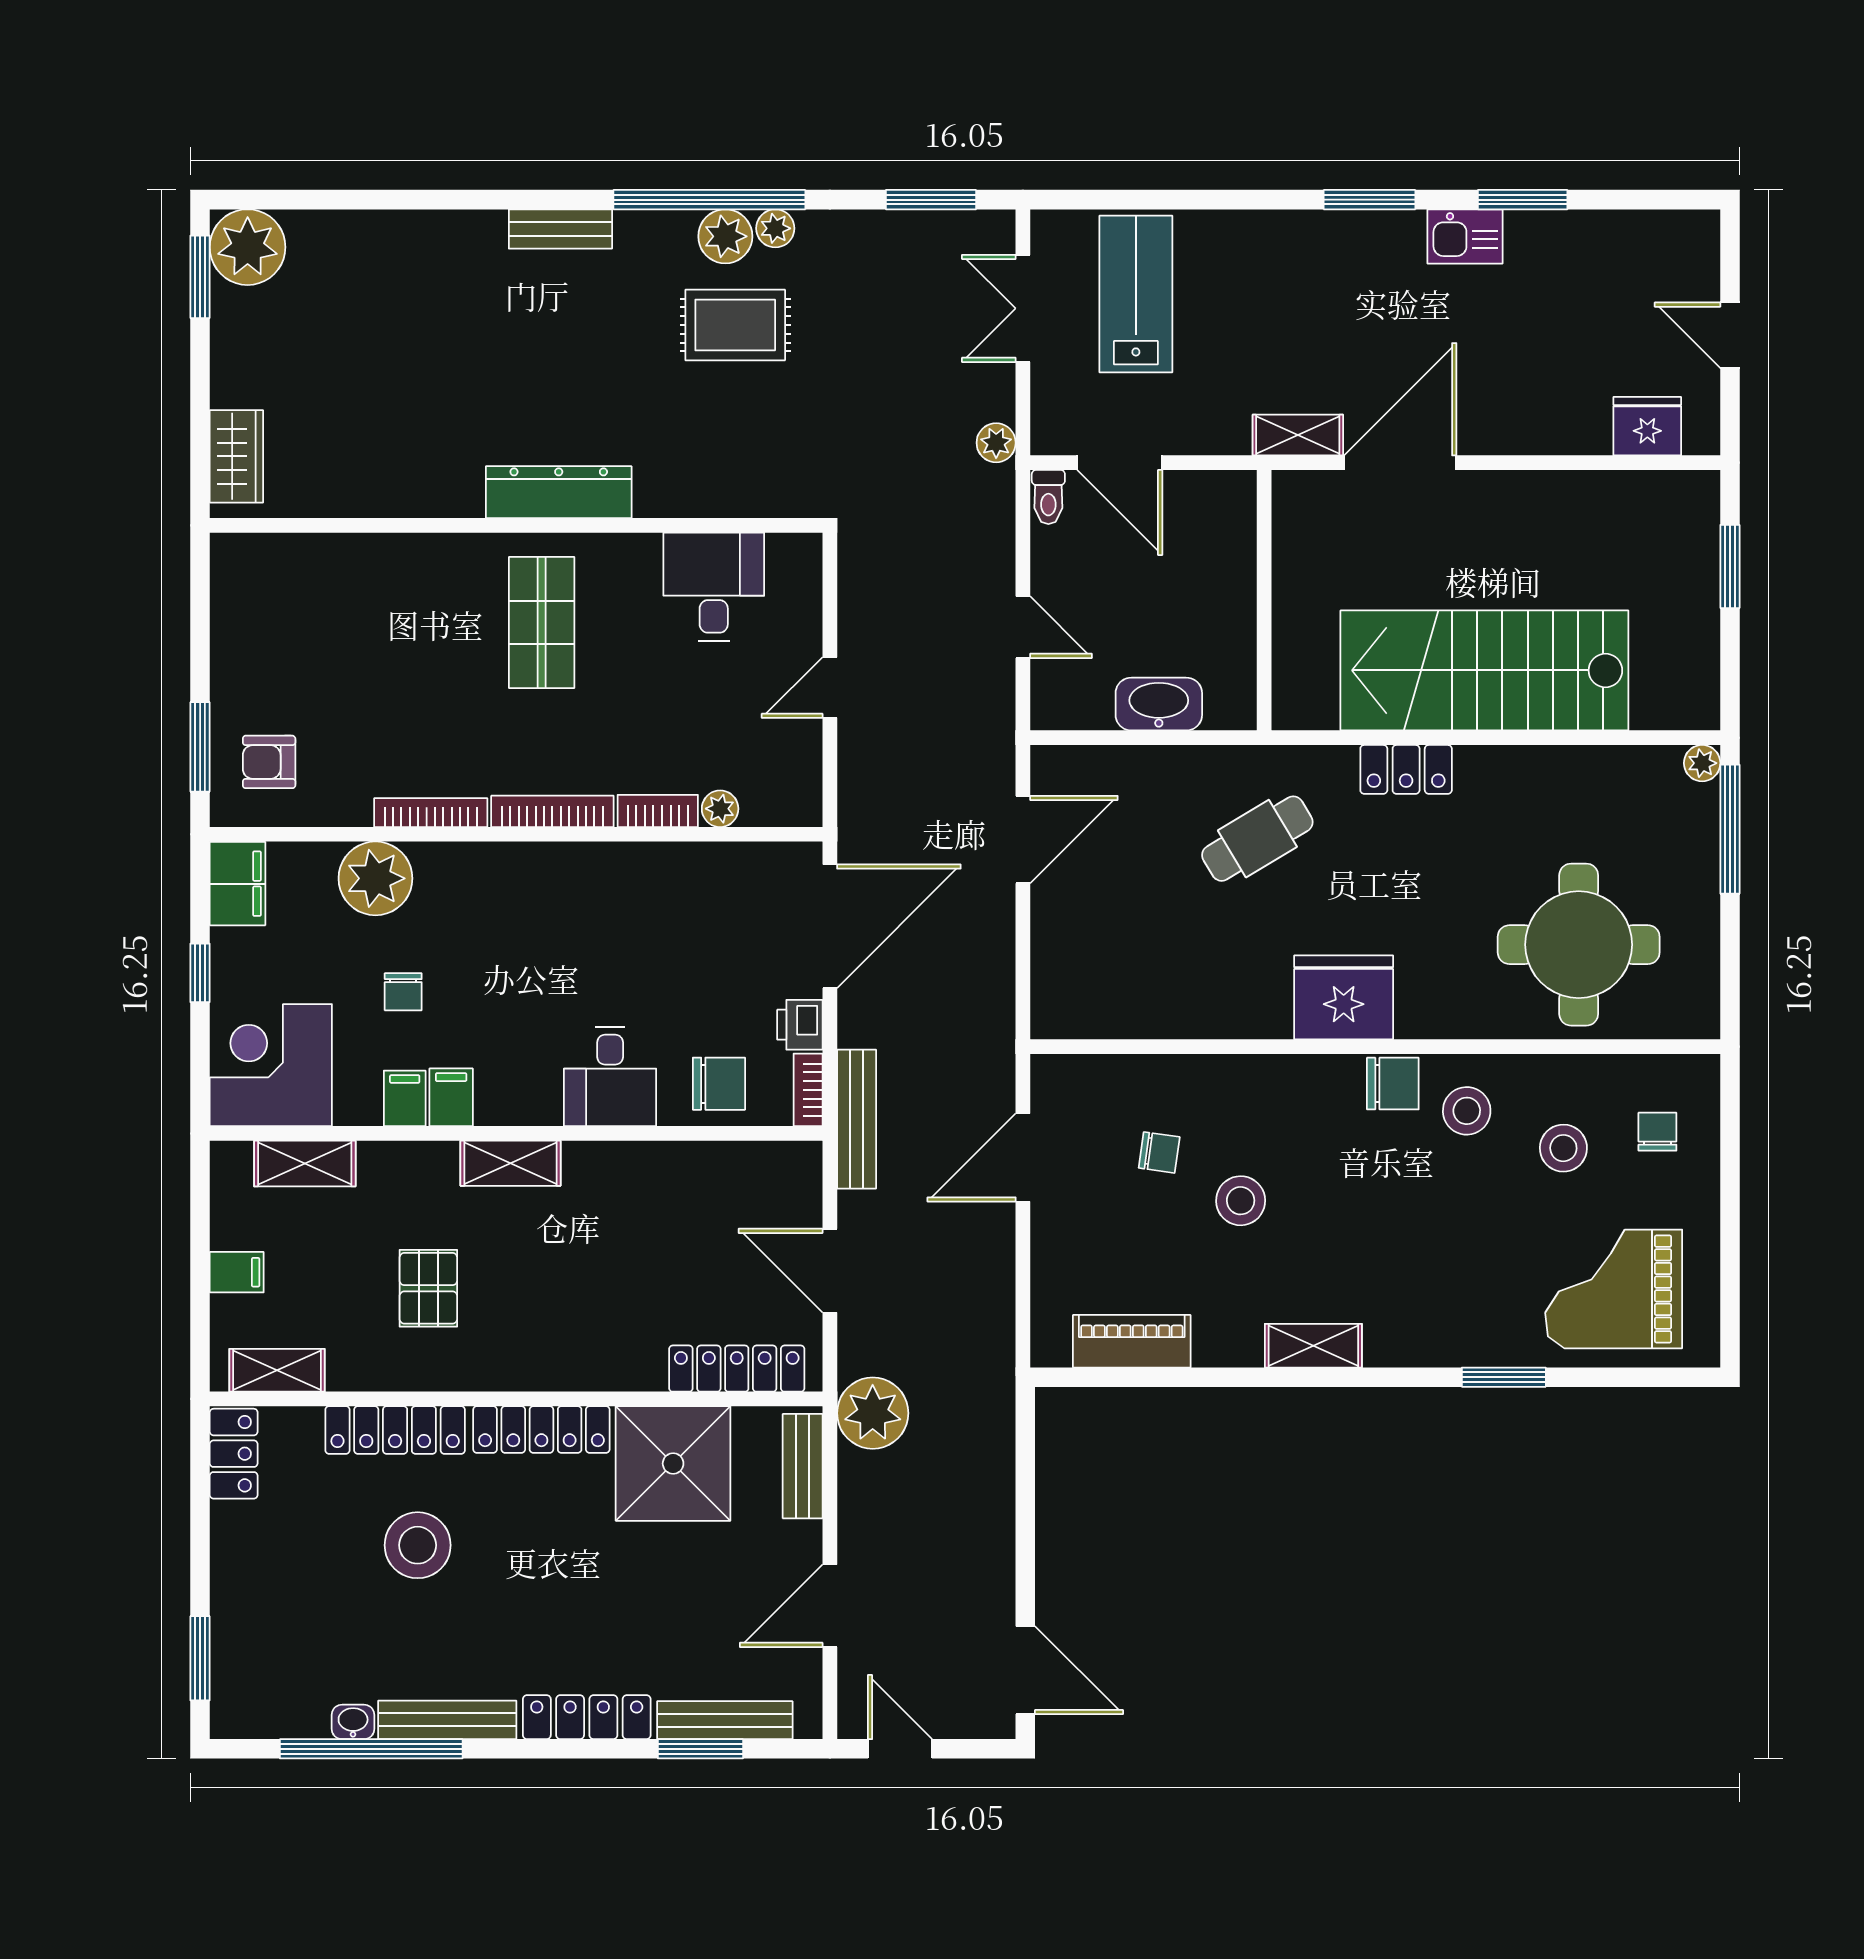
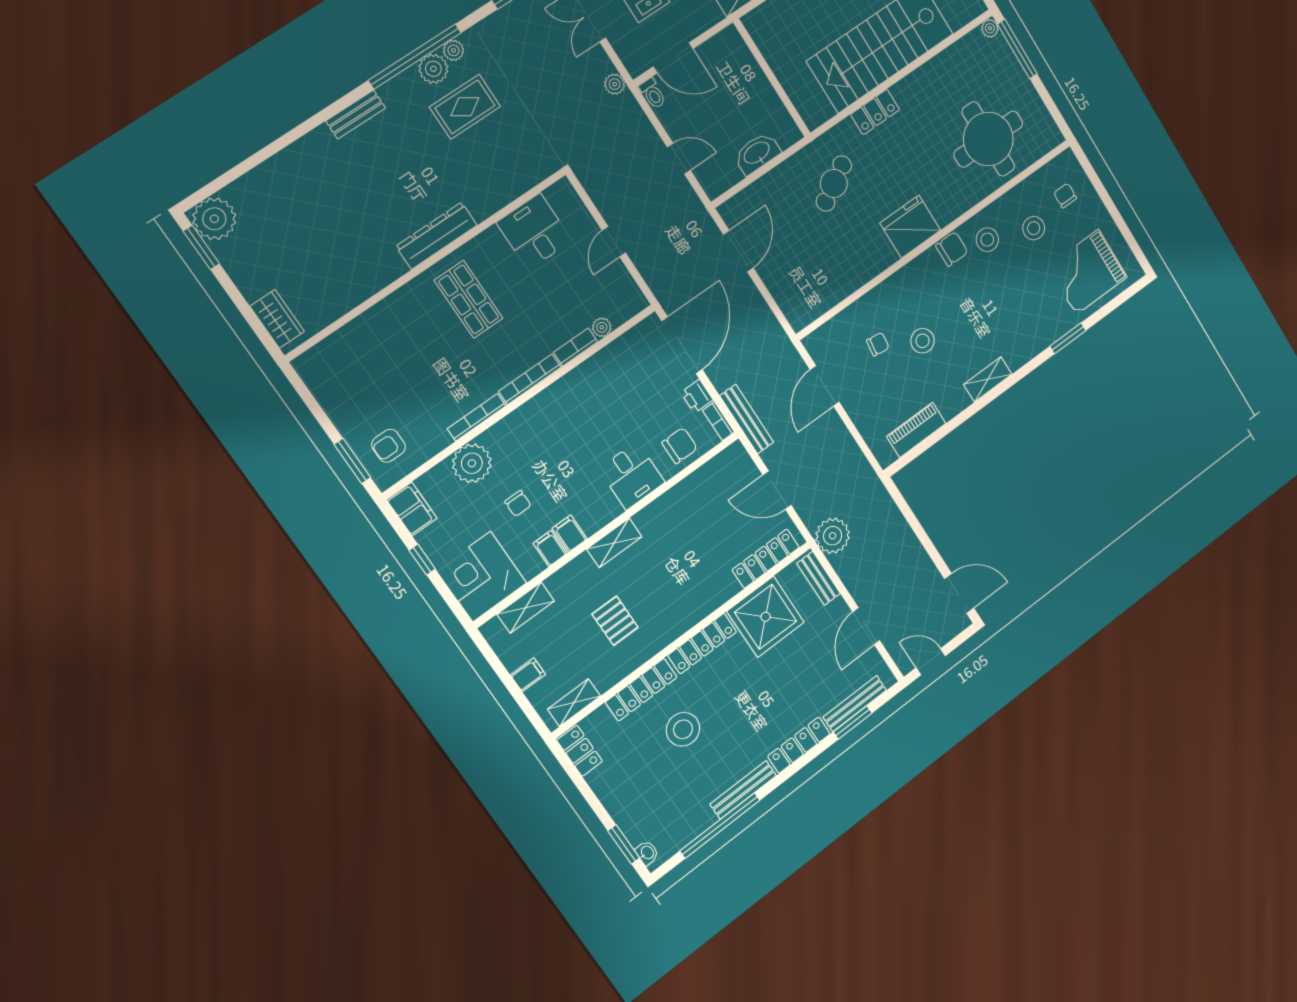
washbasin: (353, 1722) -> (647, 853), moved, turned 90

